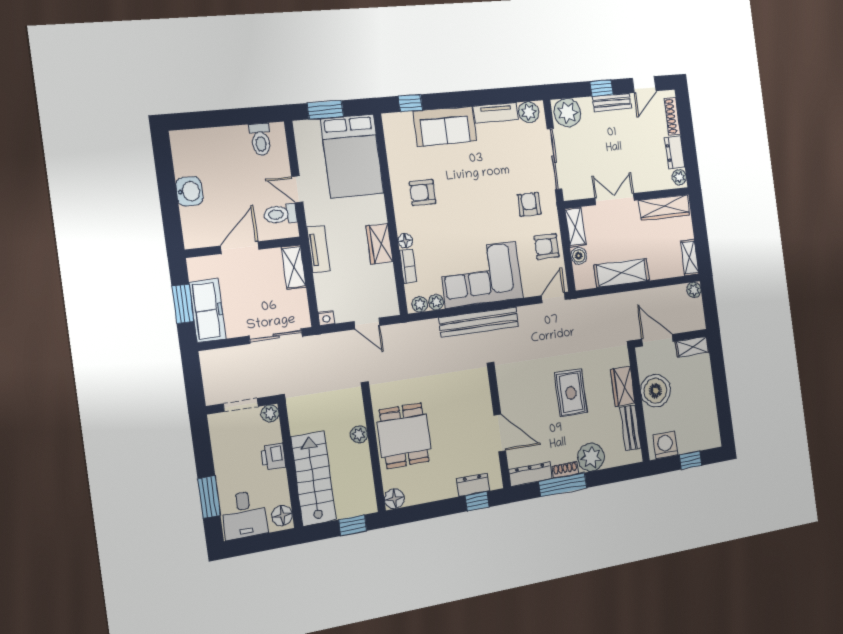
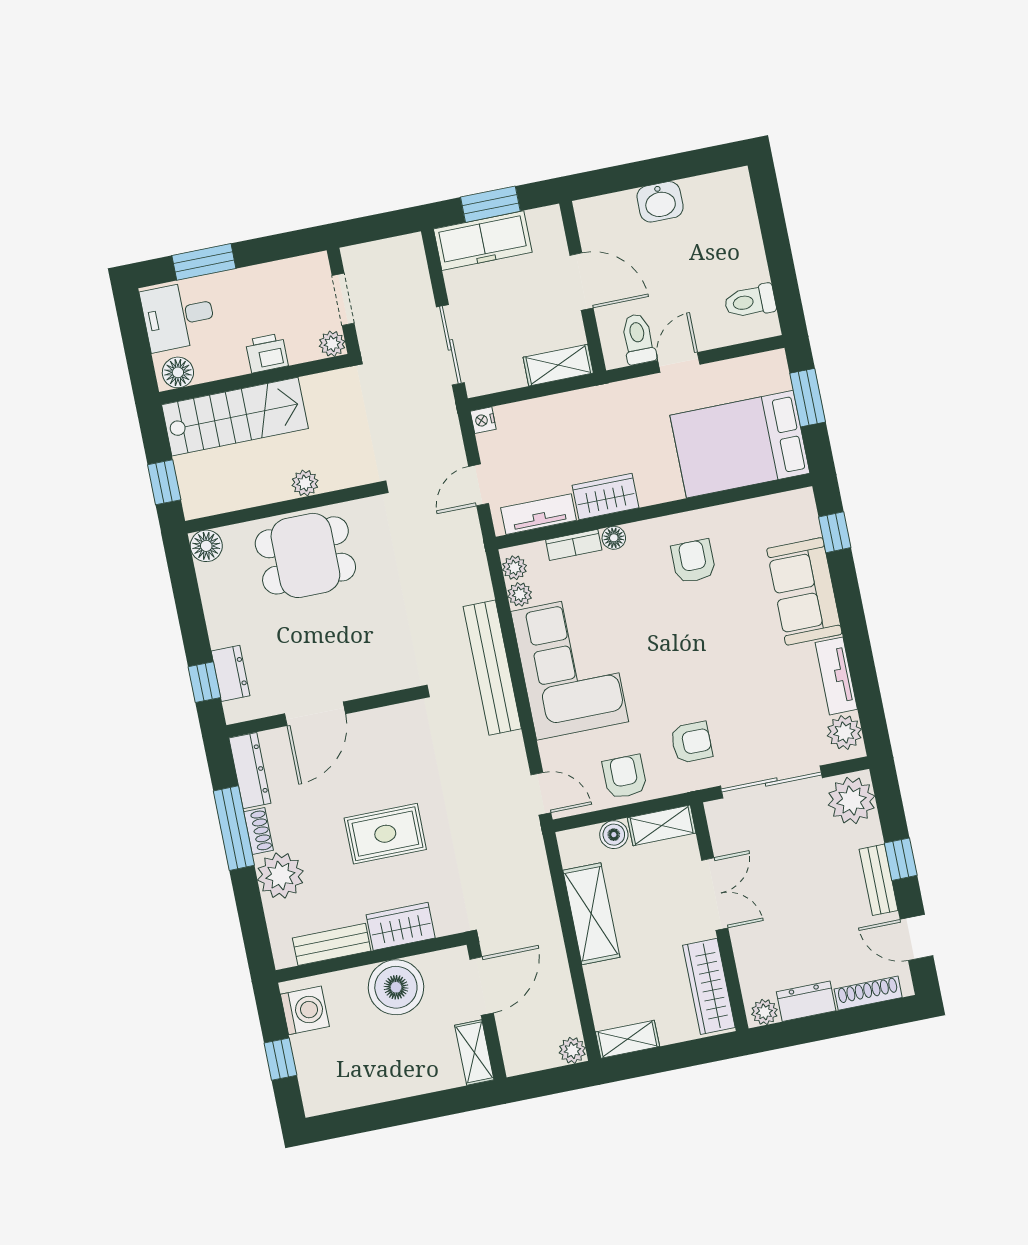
tv unit: (318, 249) -> (539, 514), moved, turned 180

